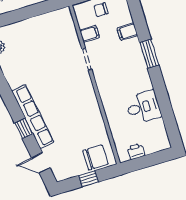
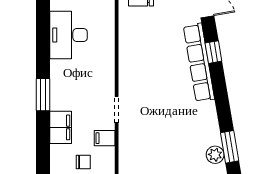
filing cabinet: (127, 32) -> (61, 127), width x2.00
desk: (143, 107) -> (68, 35), width x1.37

